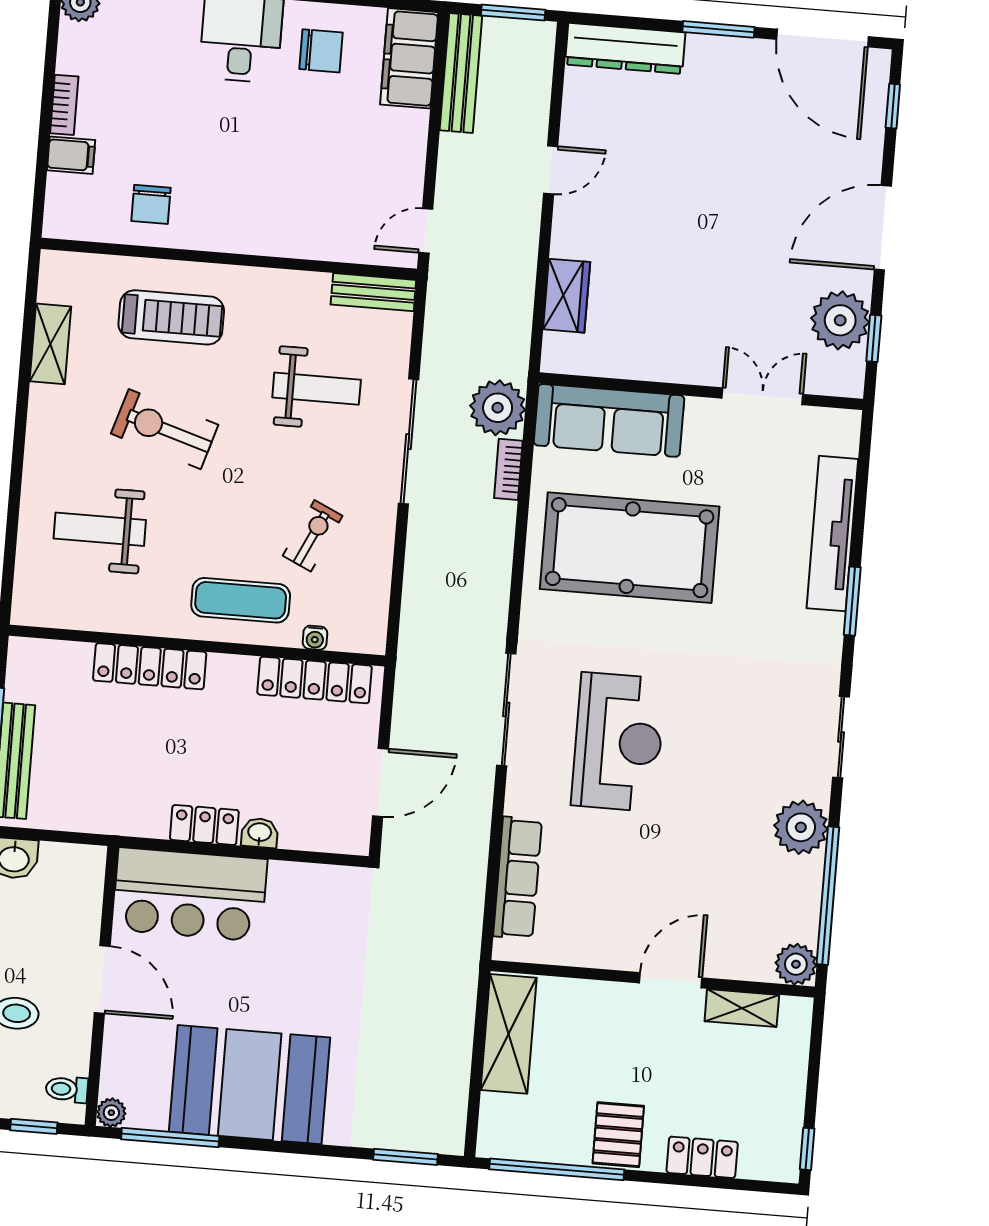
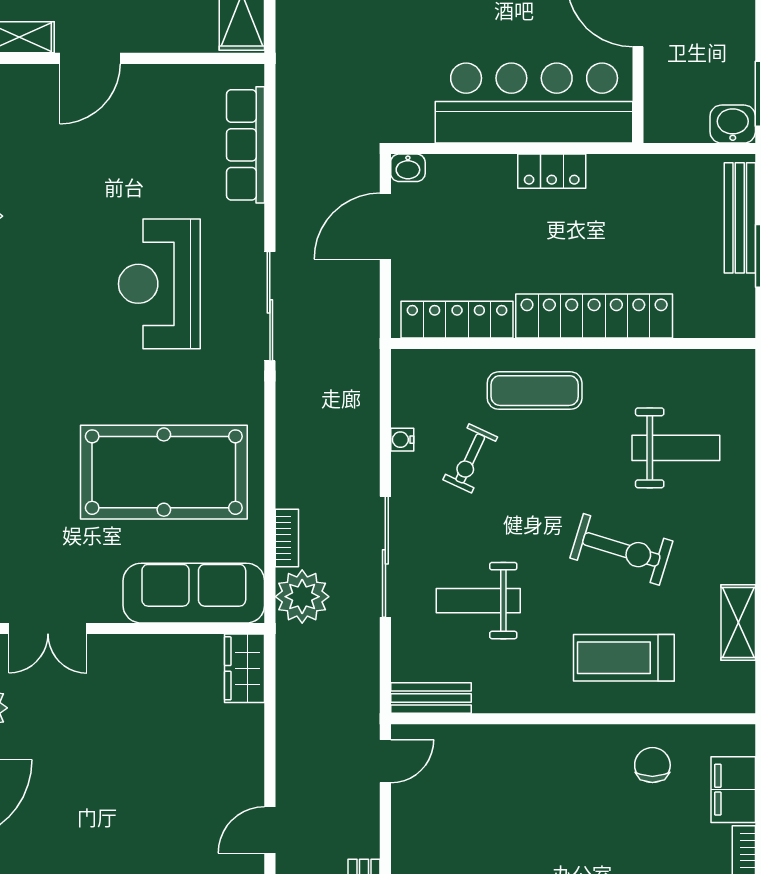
filing cabinet: (71, 155) -> (733, 790), width x2.00
wardrobe: (567, 296) -> (245, 668), moved
water cooler: (315, 638) -> (402, 440), moved, turned -90
locker: (150, 666) -> (594, 316), width x1.41, depth x1.21
washbasin: (260, 833) -> (408, 168), moved
bar counter: (190, 894) -> (534, 103), width x1.36

